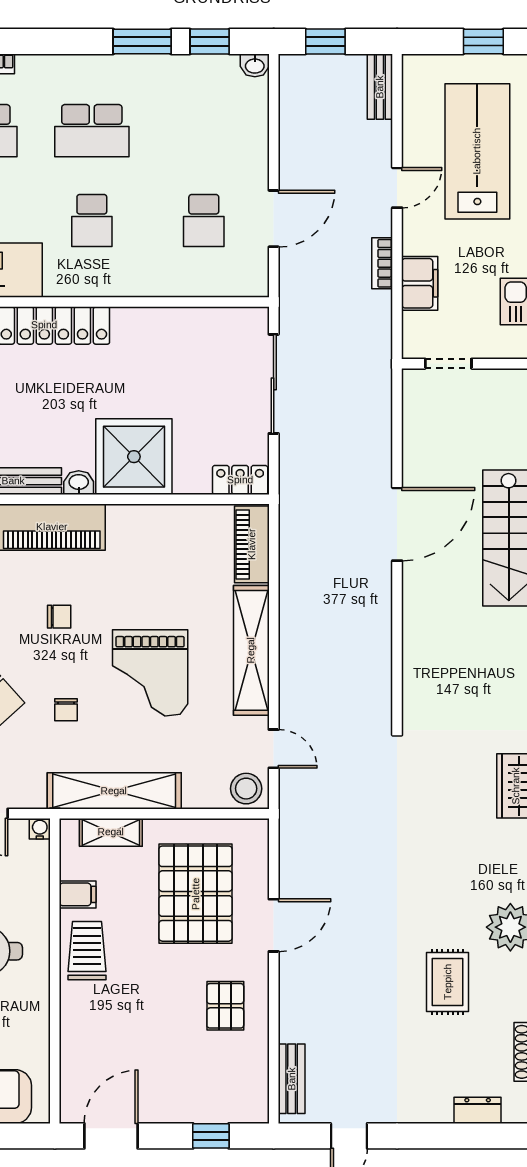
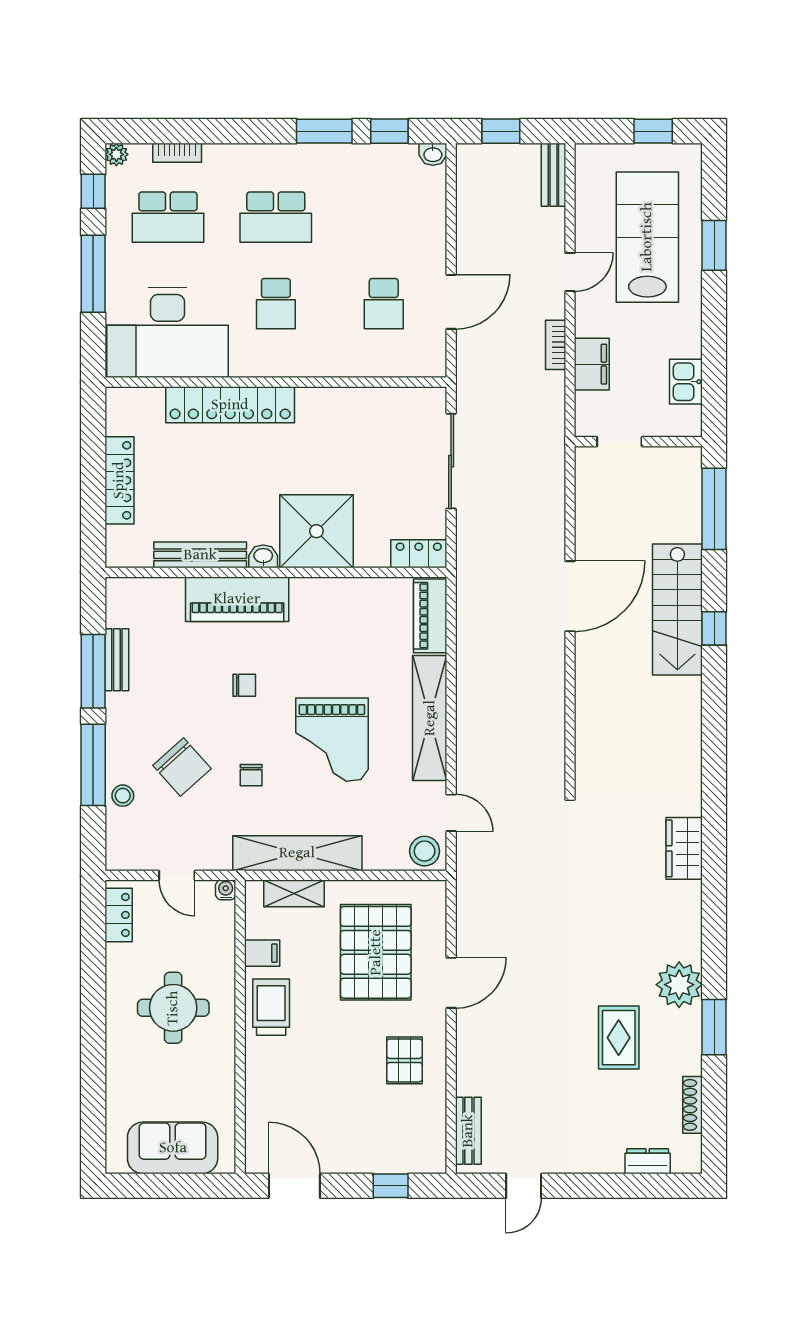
door: (111, 1136) -> (294, 1186), hinge flipped

